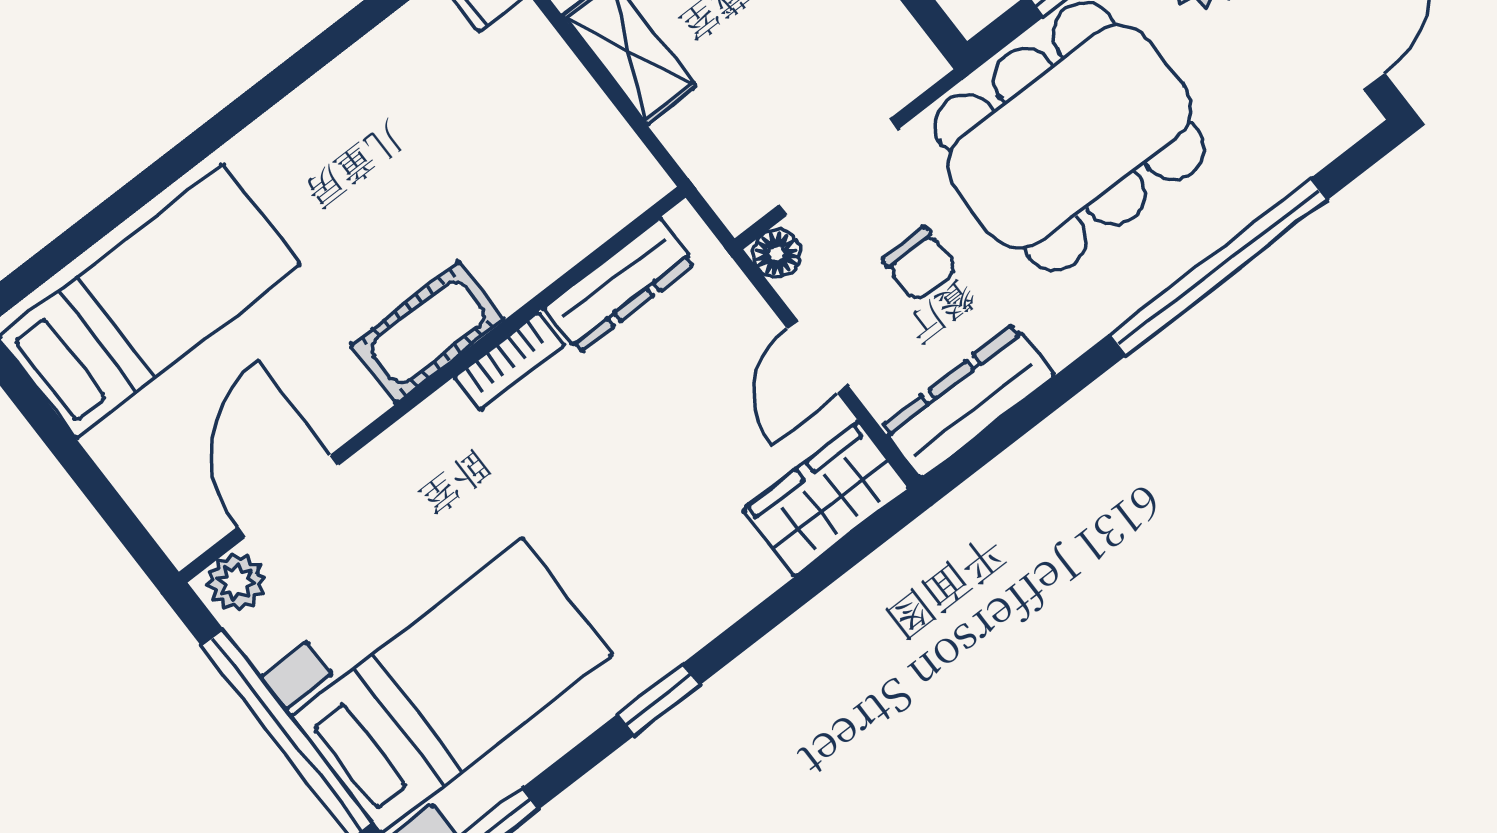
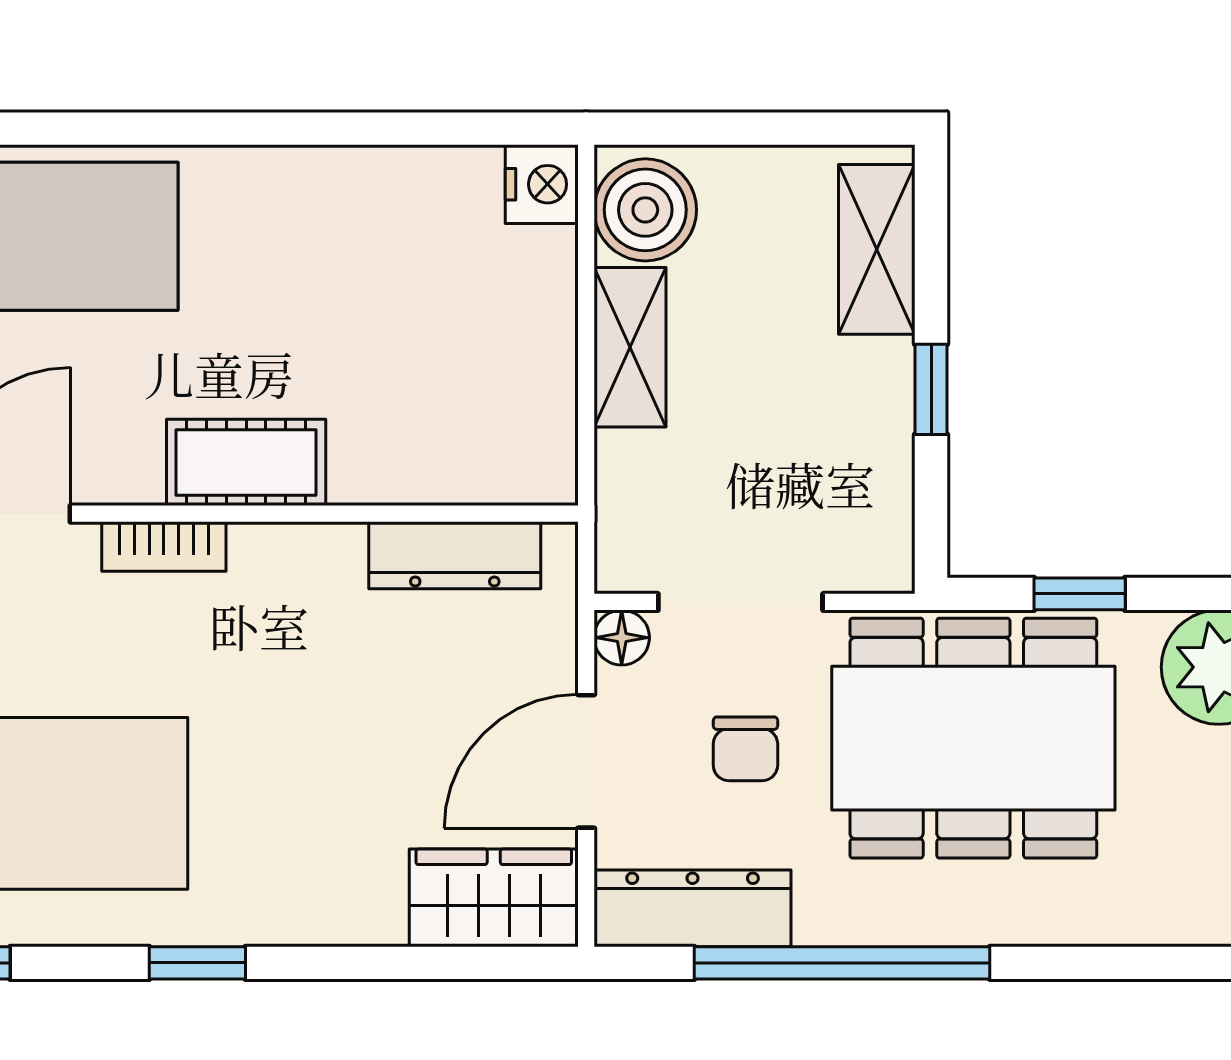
window: (1218, 267) -> (842, 963), moved
door: (818, 357) -> (586, 761), width x1.38
bookcase: (509, 361) -> (164, 546), moved

